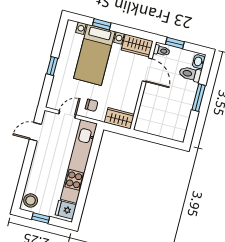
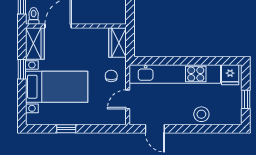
window: (102, 24) -> (22, 69), moved
window: (52, 66) -> (66, 129), moved
door: (67, 114) -> (128, 99), hinge flipped
stool: (31, 200) -> (201, 114), moved

